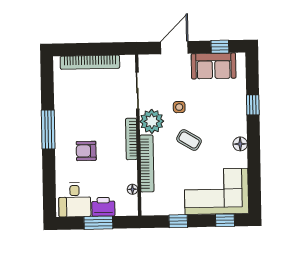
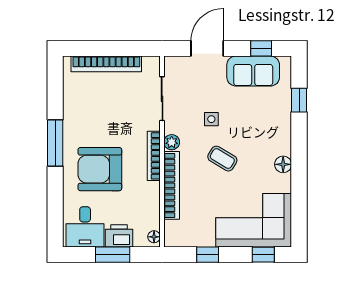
window: (253, 105) -> (299, 100), moved
plant: (152, 121) -> (172, 142), width x0.53, depth x0.53
armchair: (86, 151) -> (100, 169), width x1.88, depth x1.88
floor lamp: (132, 189) -> (154, 237), moved

